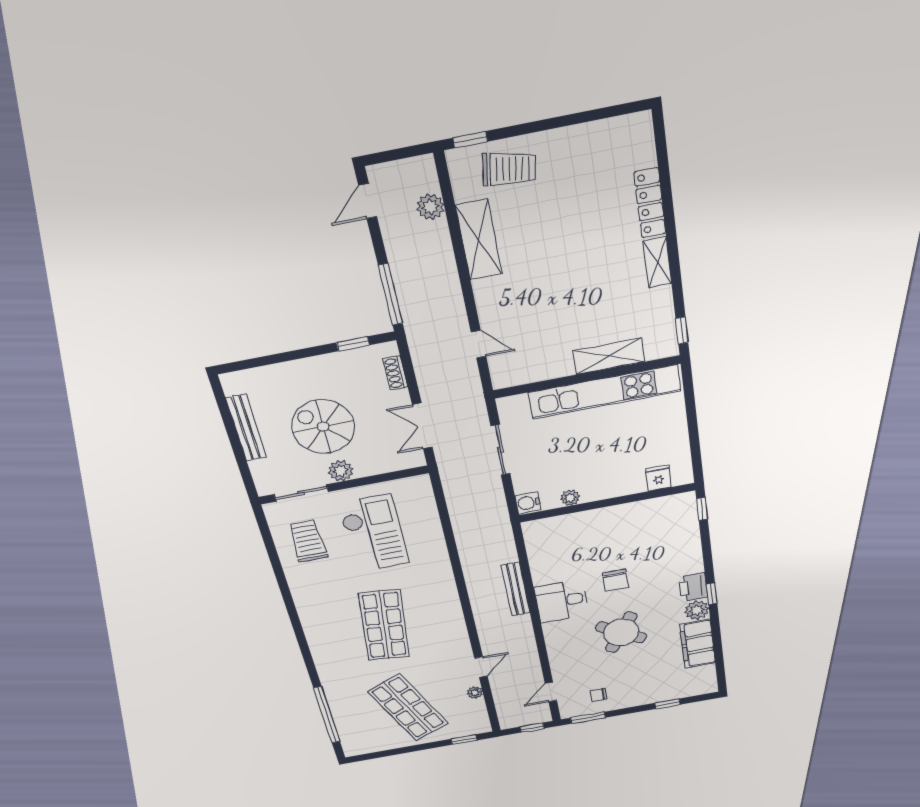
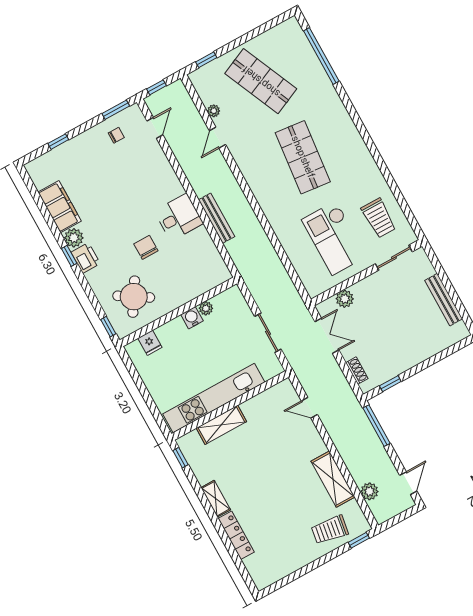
spiral stairs: (323, 427) -> (393, 316), removed
plant: (341, 471) -> (345, 299), moved
water cooler: (528, 503) -> (192, 318), moved, turned -90
round table: (621, 632) -> (134, 297), moved

